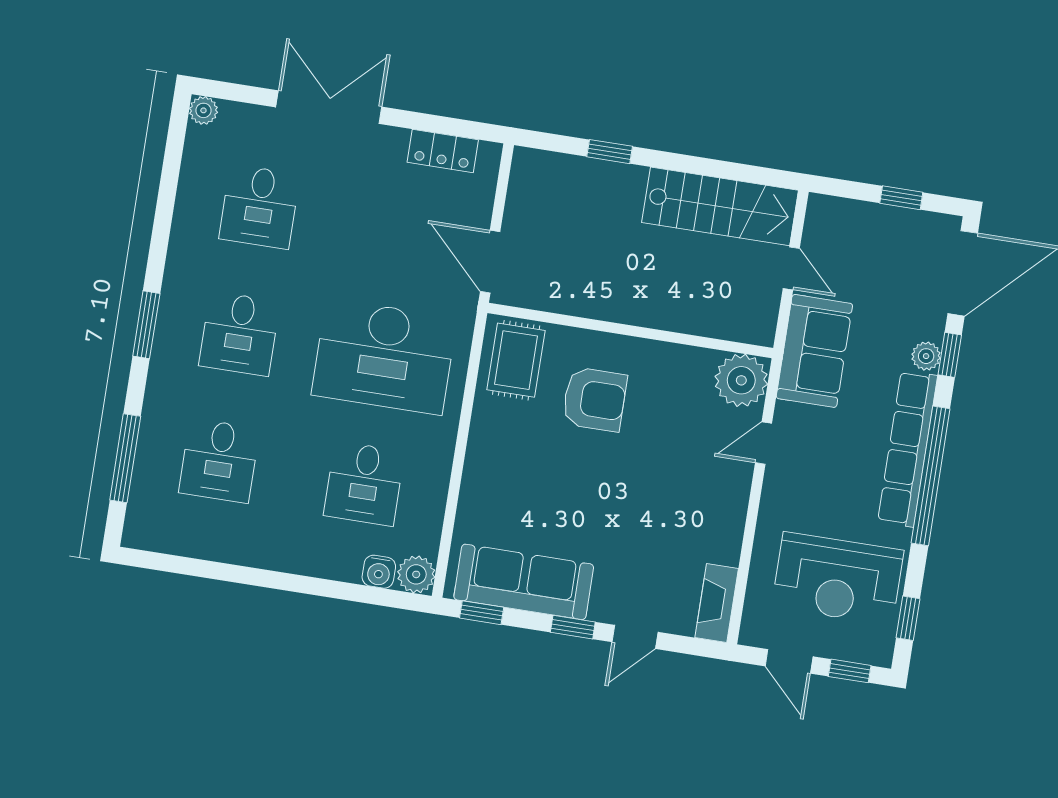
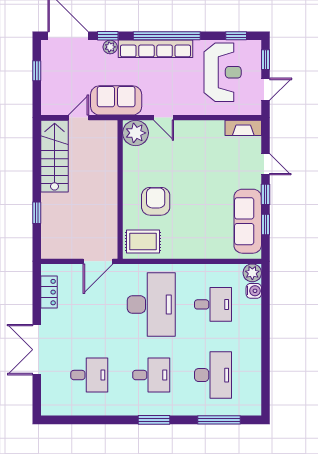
plant: (203, 110) -> (48, 409), removed
desk: (219, 461) -> (213, 375), width x1.37
window: (482, 613) -> (266, 225), moved

